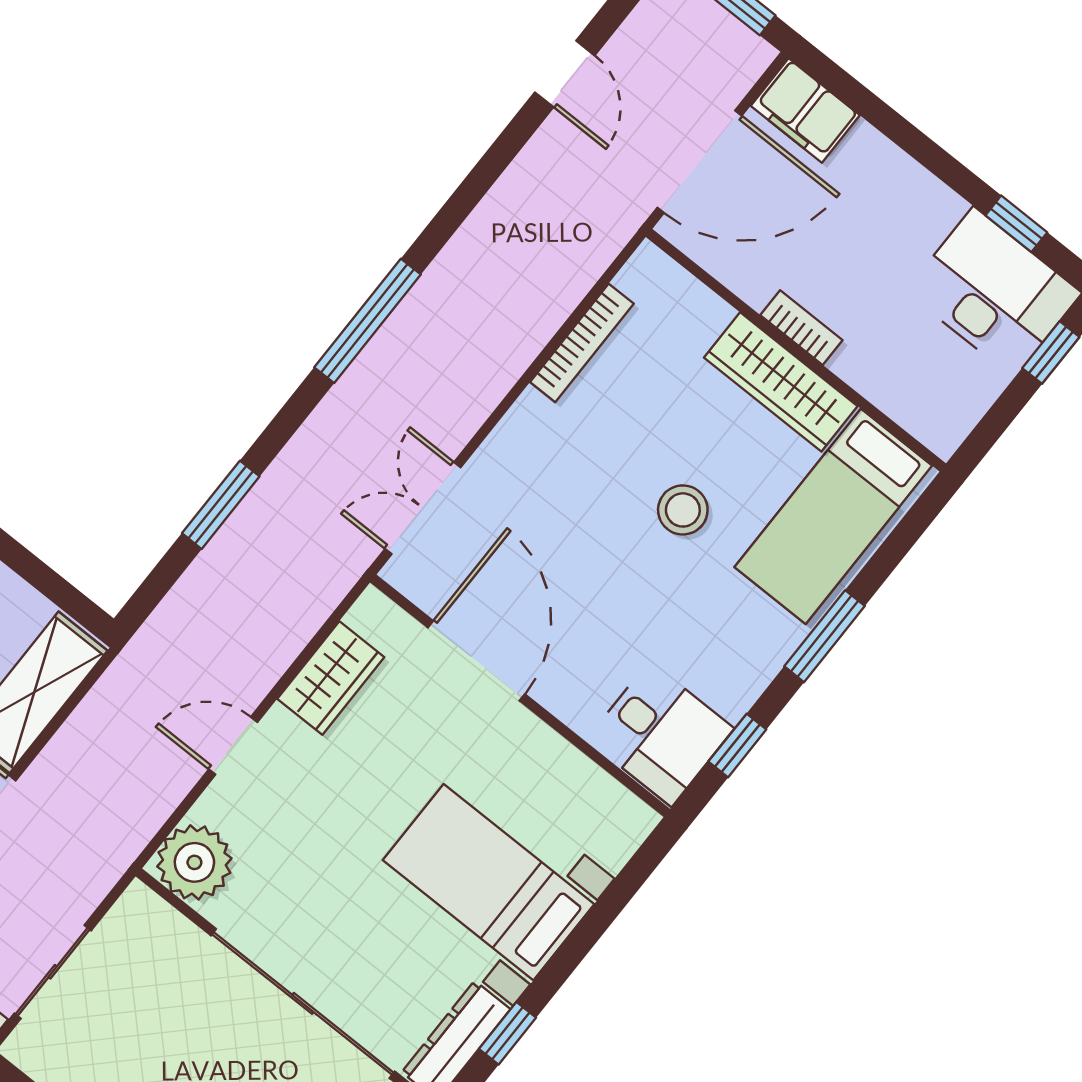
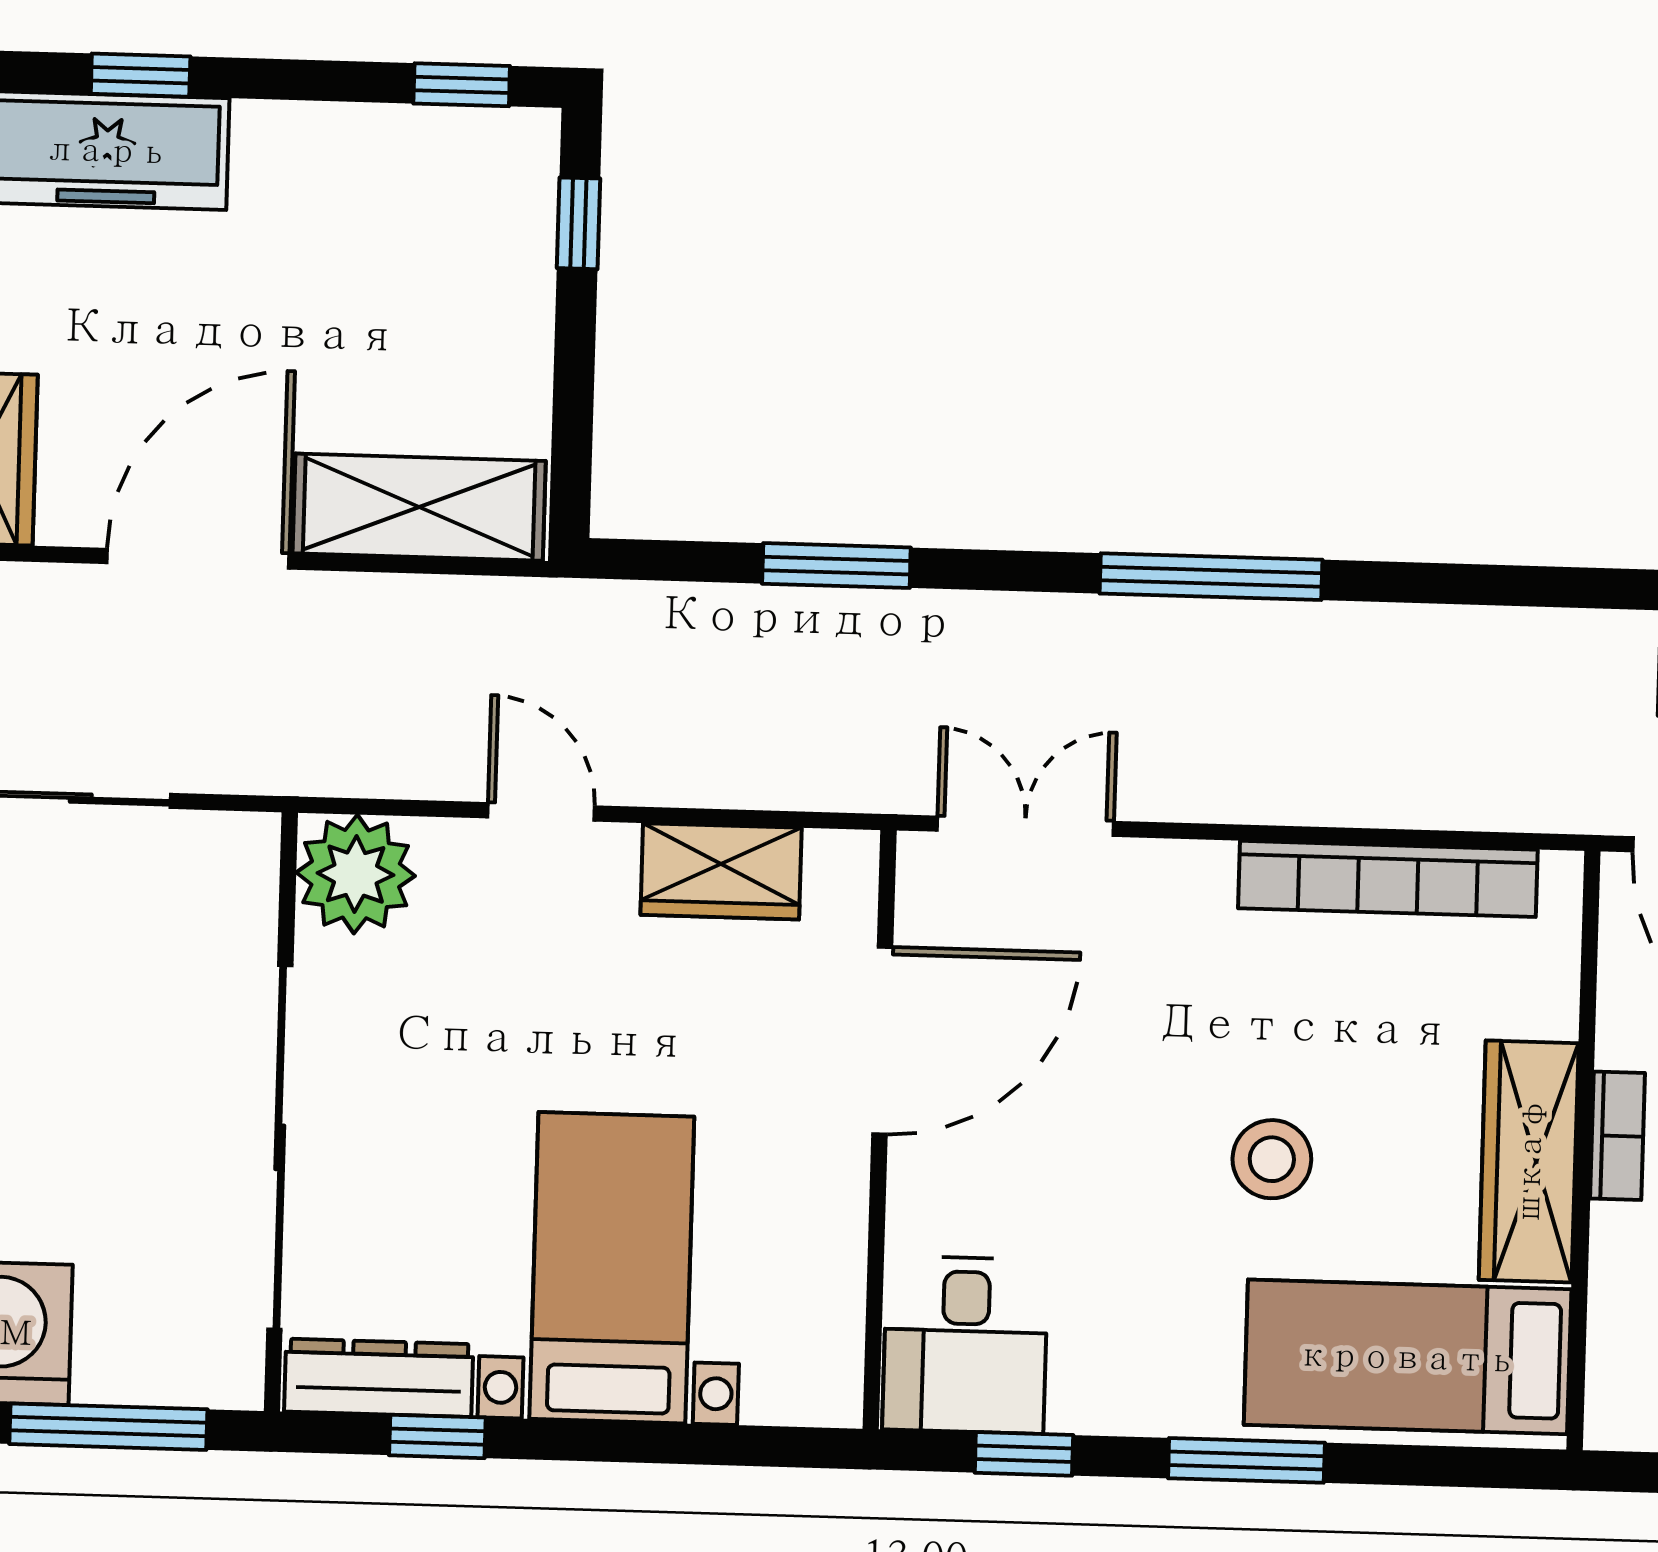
bookcase: (582, 343) -> (1388, 879), width x1.48, depth x1.31

